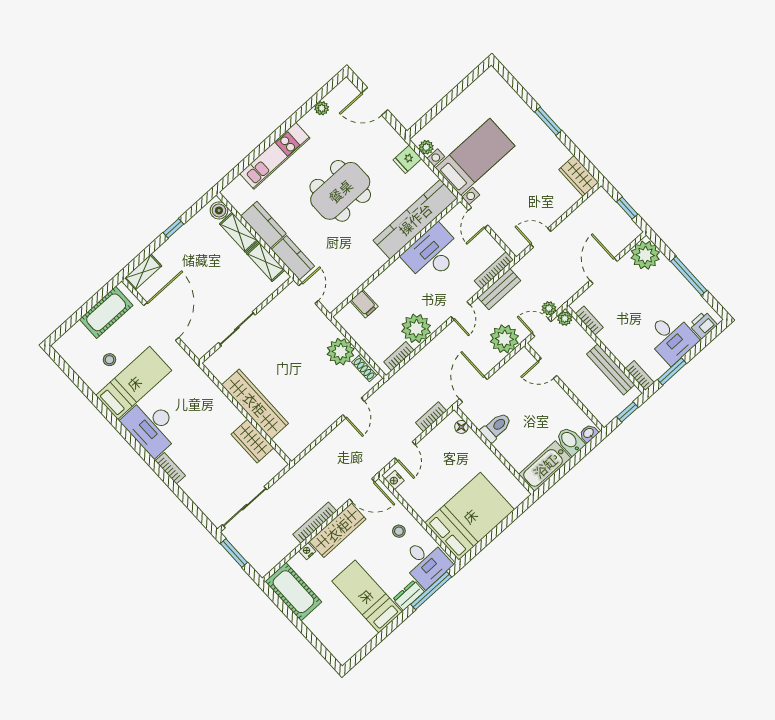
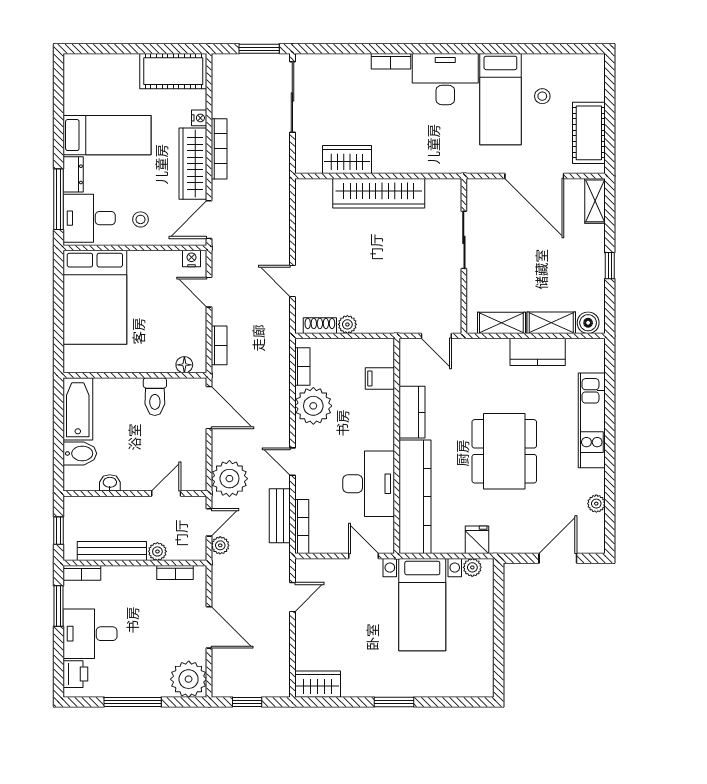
kitchen counter: (293, 258) -> (412, 412), moved, turned -90
plant: (565, 318) -> (157, 551), moved
plant: (341, 352) -> (347, 324), width x0.53, depth x0.53
washbasin: (589, 433) -> (110, 483), moved, turned -90

